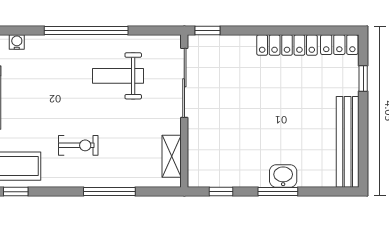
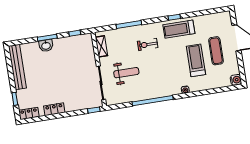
locker: (287, 45) -> (54, 109), width x0.66
weight bench: (118, 76) -> (126, 73), moved

